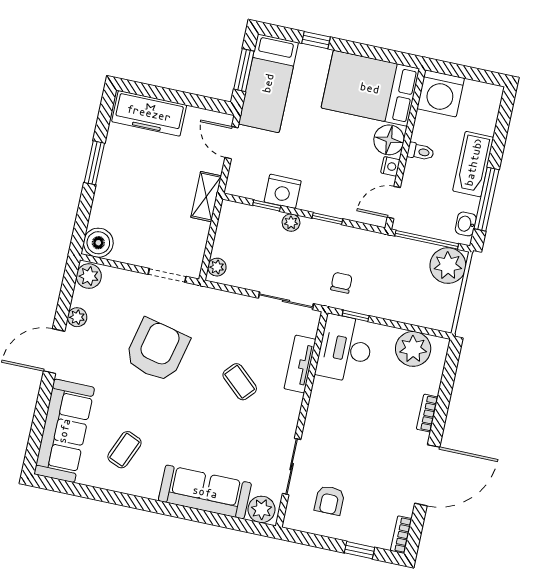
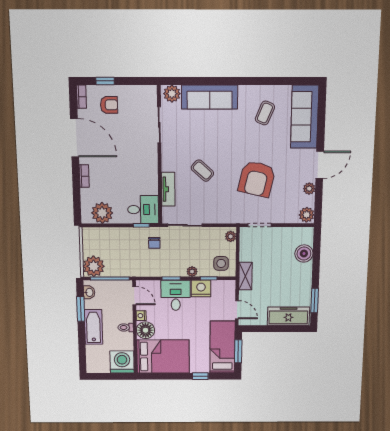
window: (94, 163) -> (315, 301), moved
desk: (326, 189) -> (176, 295), added
window: (486, 199) -> (81, 309), width x0.69
door: (394, 202) -> (134, 296), hinge flipped
side table: (241, 226) -> (221, 263), added
boiler: (98, 243) -> (304, 254), moved
desk: (345, 349) -> (143, 210), width x0.73
door: (427, 475) -> (75, 138), swing flipped
armchair: (330, 500) -> (109, 105), moved, turned 90

